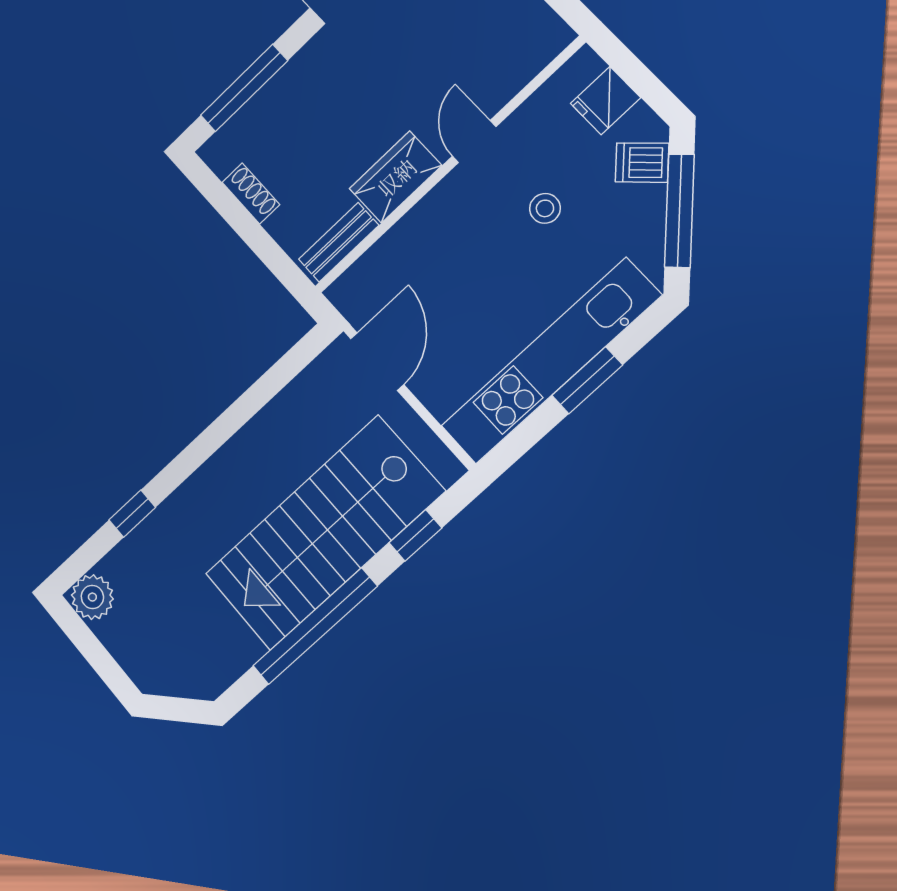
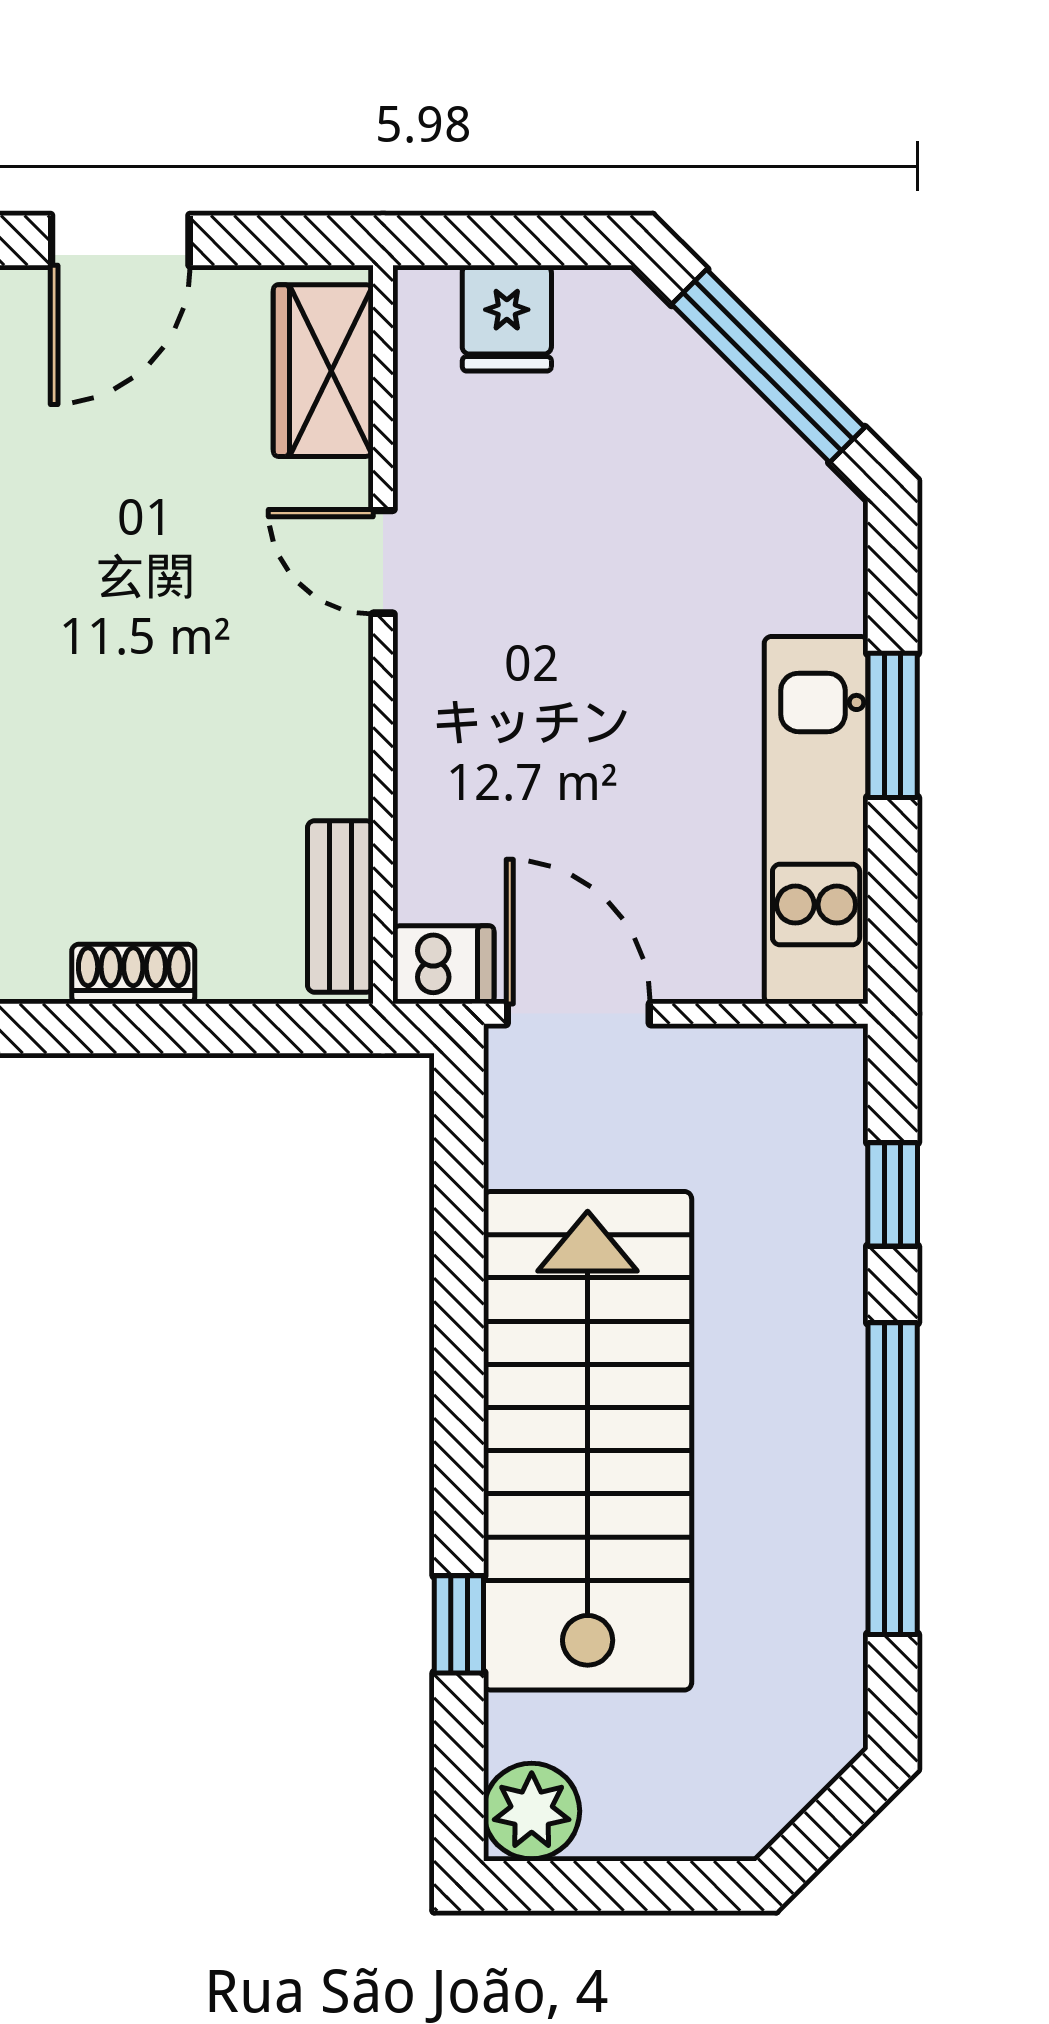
dishwasher: (642, 163) -> (443, 965), moved, turned -135
wardrobe: (396, 177) -> (323, 371), moved
stool: (545, 208) -> (583, 552), removed
kitchen unit: (550, 361) -> (816, 820), width x0.73
stairs: (324, 533) -> (588, 1441), moved, turned 180

